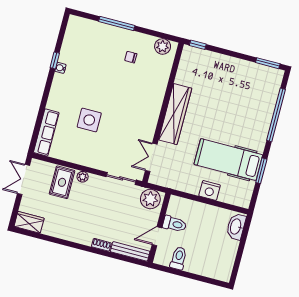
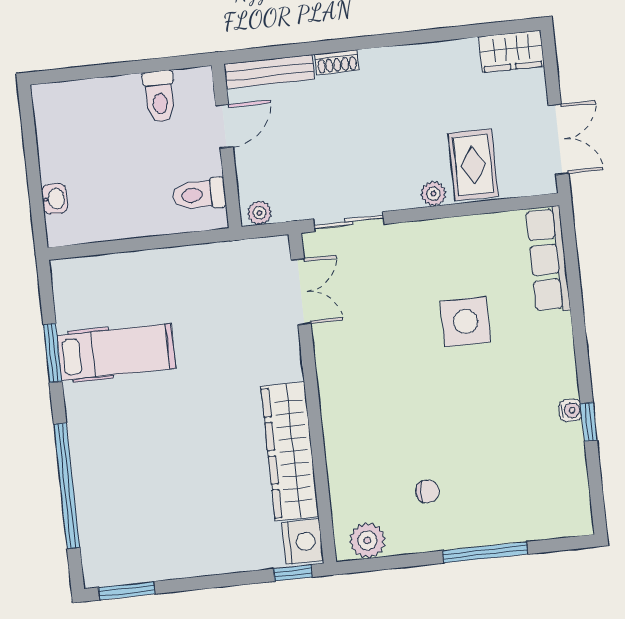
wardrobe: (175, 114) -> (290, 451), moved
hospital bed: (228, 160) -> (116, 352), width x0.73, depth x0.78
nightstand: (210, 190) -> (303, 542), moved, turned 90
plant: (150, 199) -> (260, 213), width x0.53, depth x0.53
toilet: (174, 224) -> (199, 194), moved
washbasin: (236, 227) -> (54, 199), width x0.52, depth x0.69

